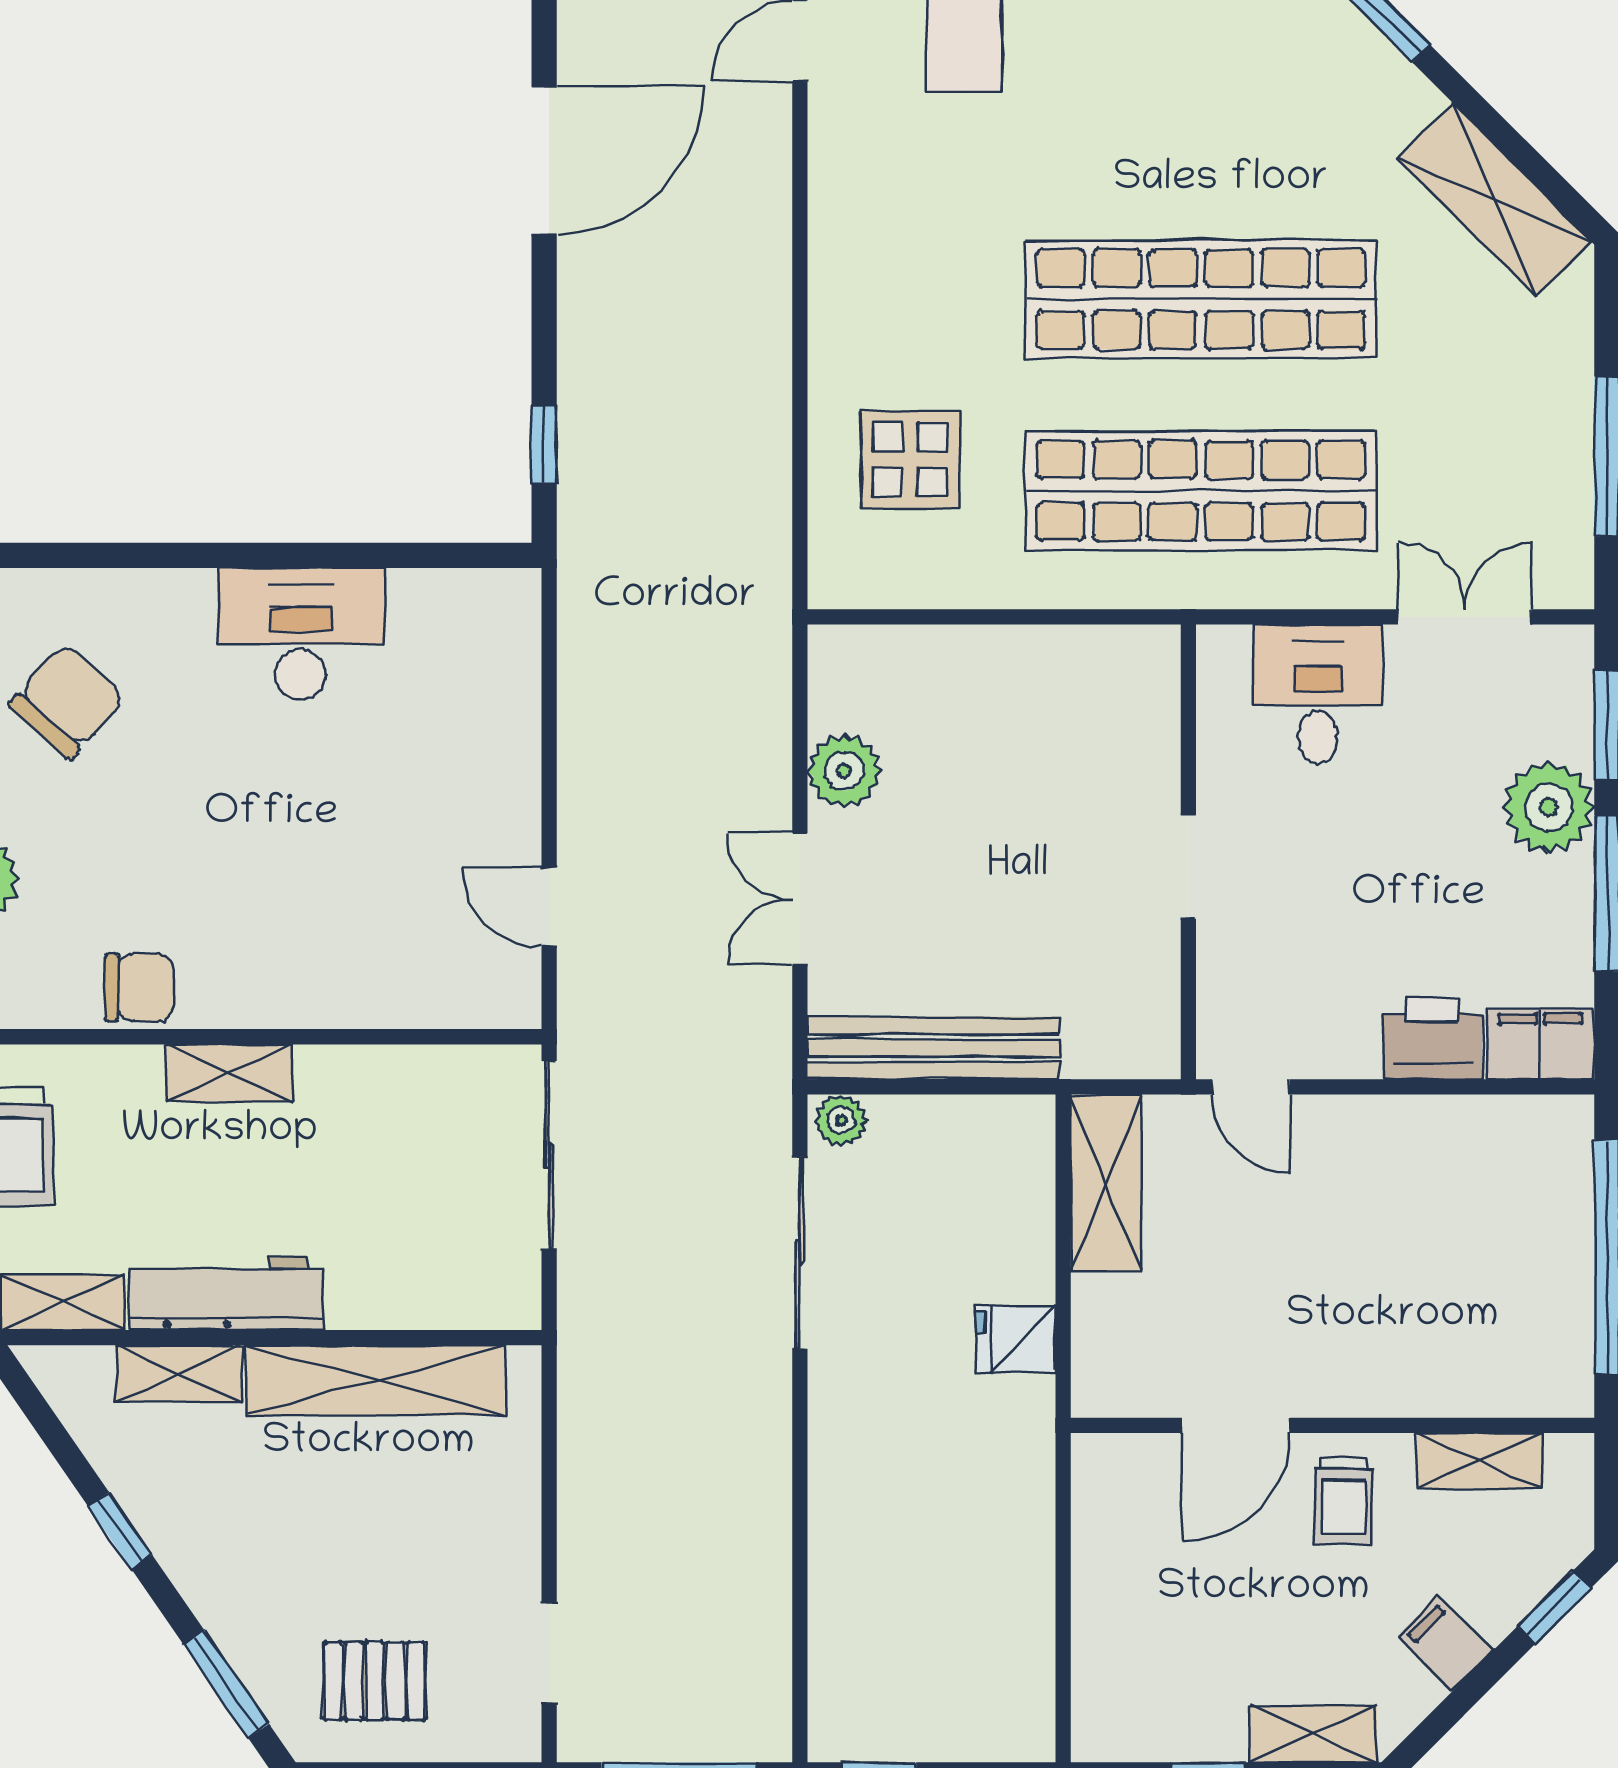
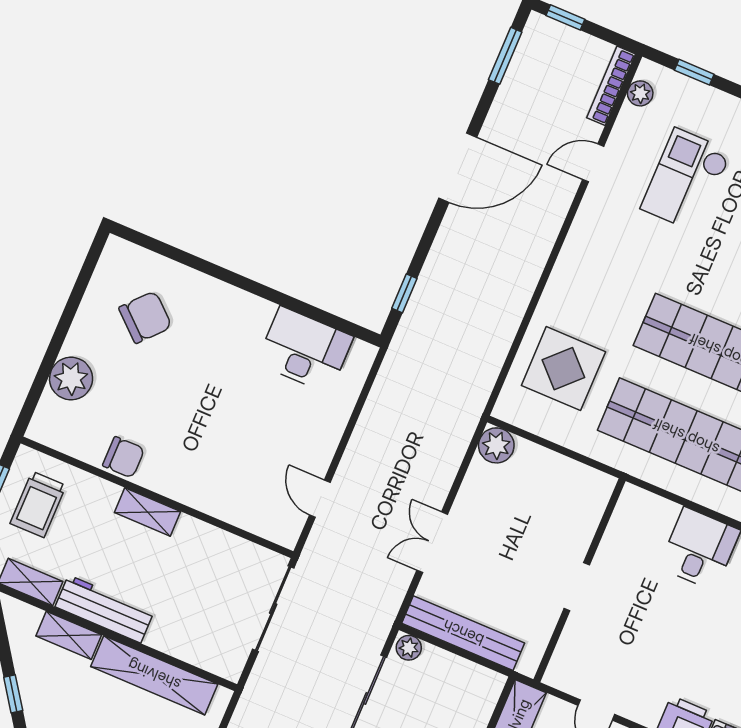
display table: (910, 459) -> (563, 369), width x1.36, depth x1.36
desk: (301, 634) -> (305, 350), moved
plant: (844, 771) -> (496, 445), moved
wall: (1188, 852) -> (579, 580), moved
doorway: (1188, 867) -> (577, 587), moved

